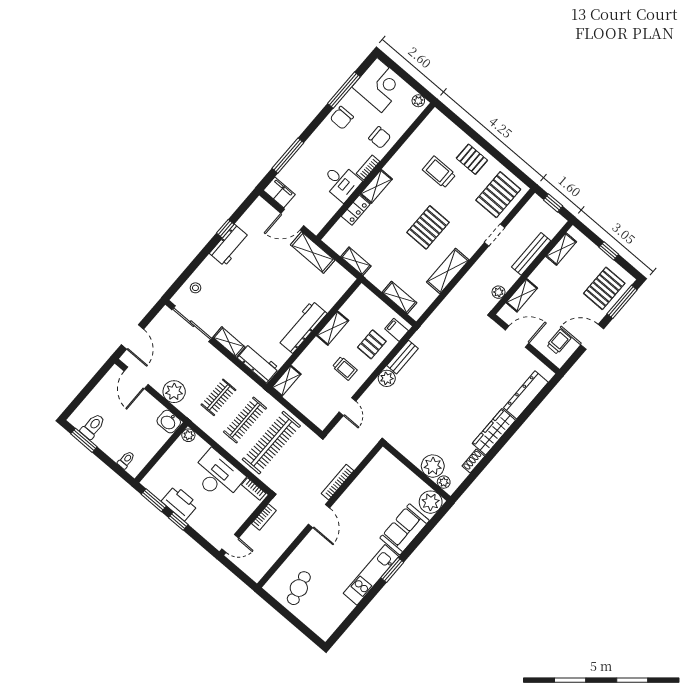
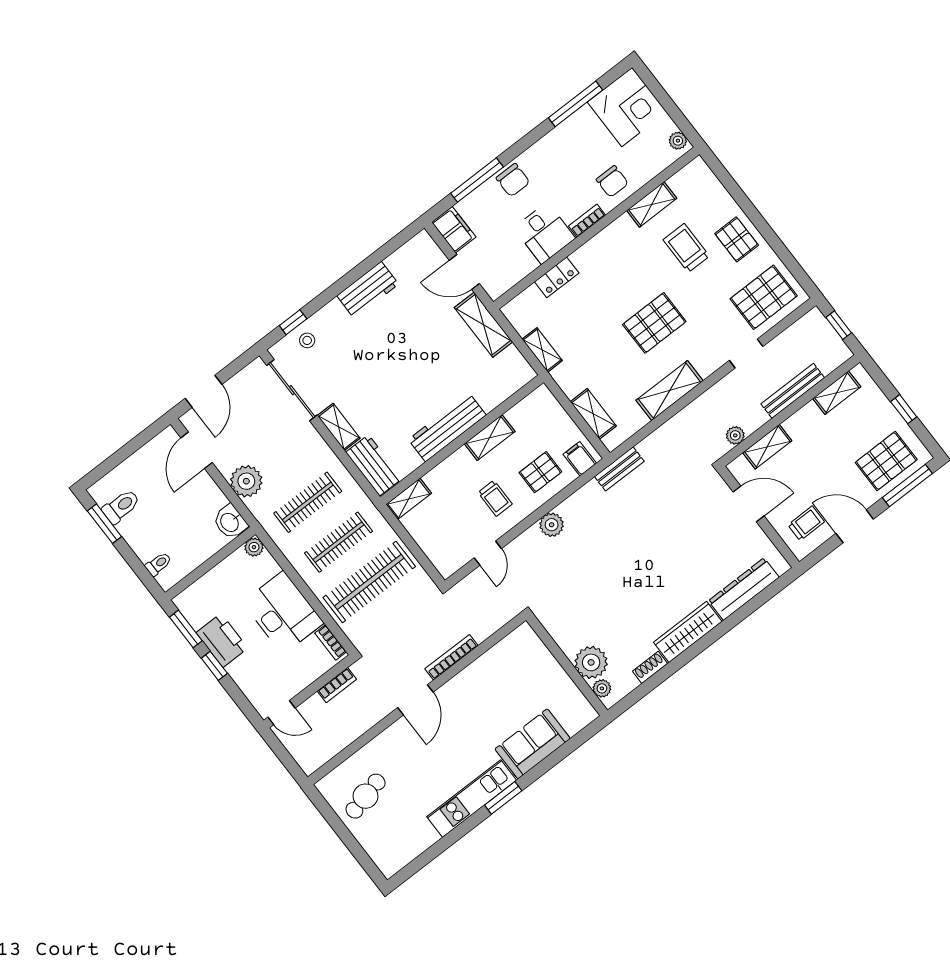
chair: (342, 118) -> (513, 180), moved, turned -90
shelving: (376, 186) -> (652, 204), moved
window: (225, 229) -> (293, 322), moved
bench: (402, 357) -> (619, 469), moved
clothes rail: (219, 397) -> (308, 502), width x1.36
plant: (431, 502) -> (577, 713), removed

